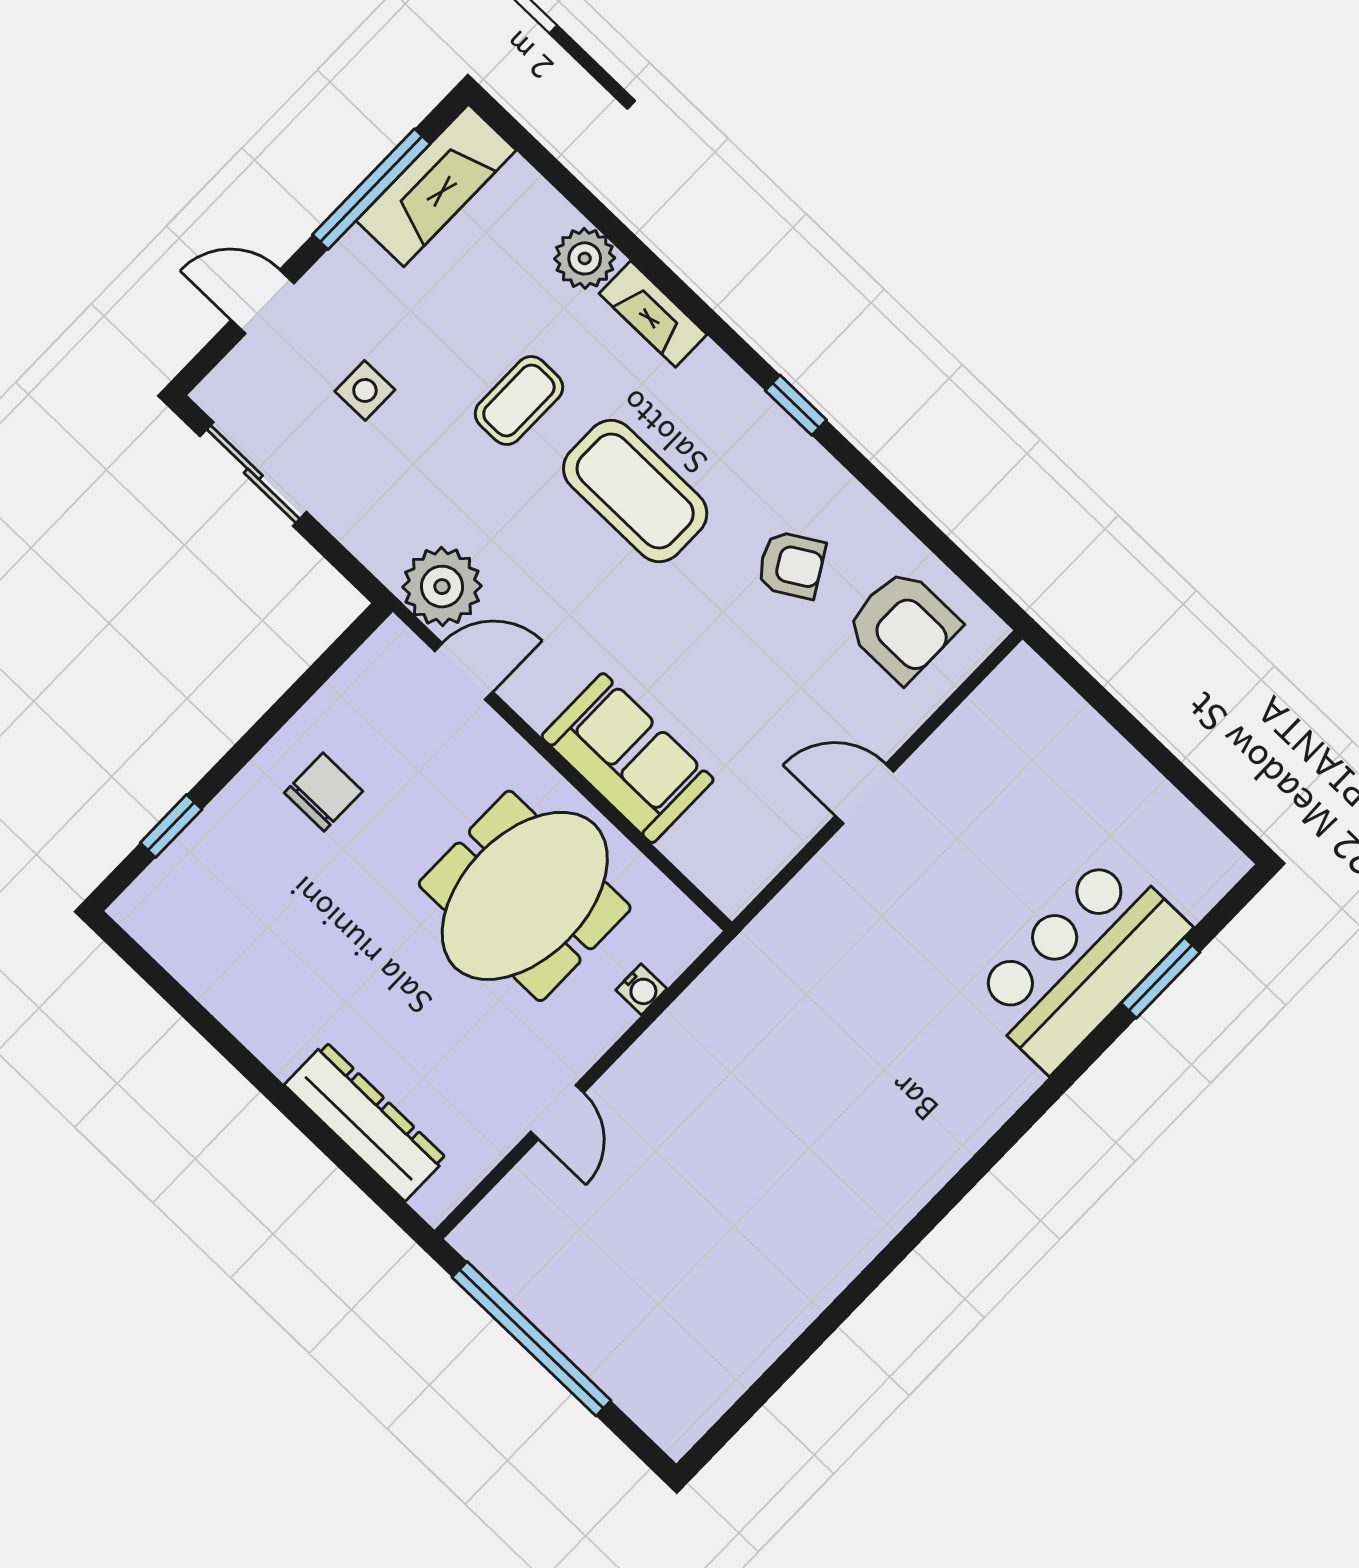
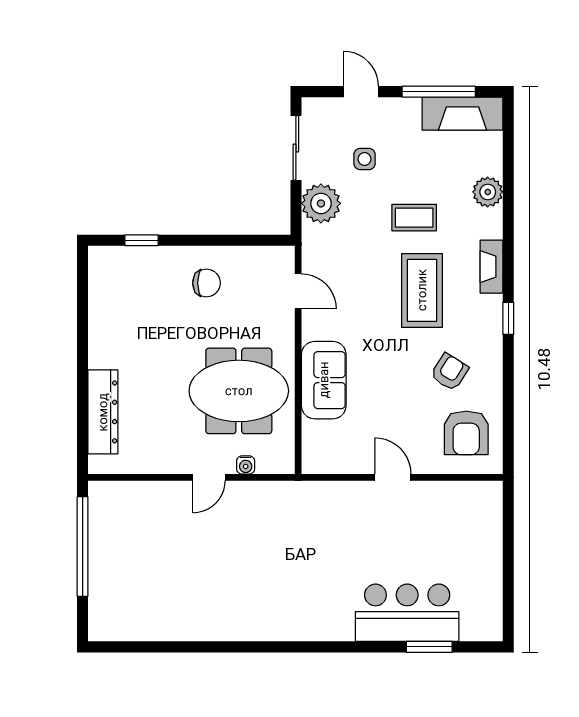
fireplace: (653, 314) -> (491, 267), moved
armchair: (791, 565) -> (449, 372), turned -117
plant: (442, 587) -> (321, 203), moved
door: (557, 1112) -> (209, 477), moved

